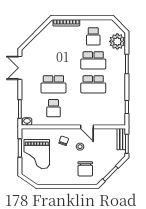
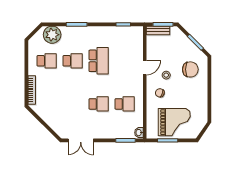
school desk: (93, 60) -> (73, 61), width x0.54
school desk: (53, 84) -> (99, 104), width x0.54

